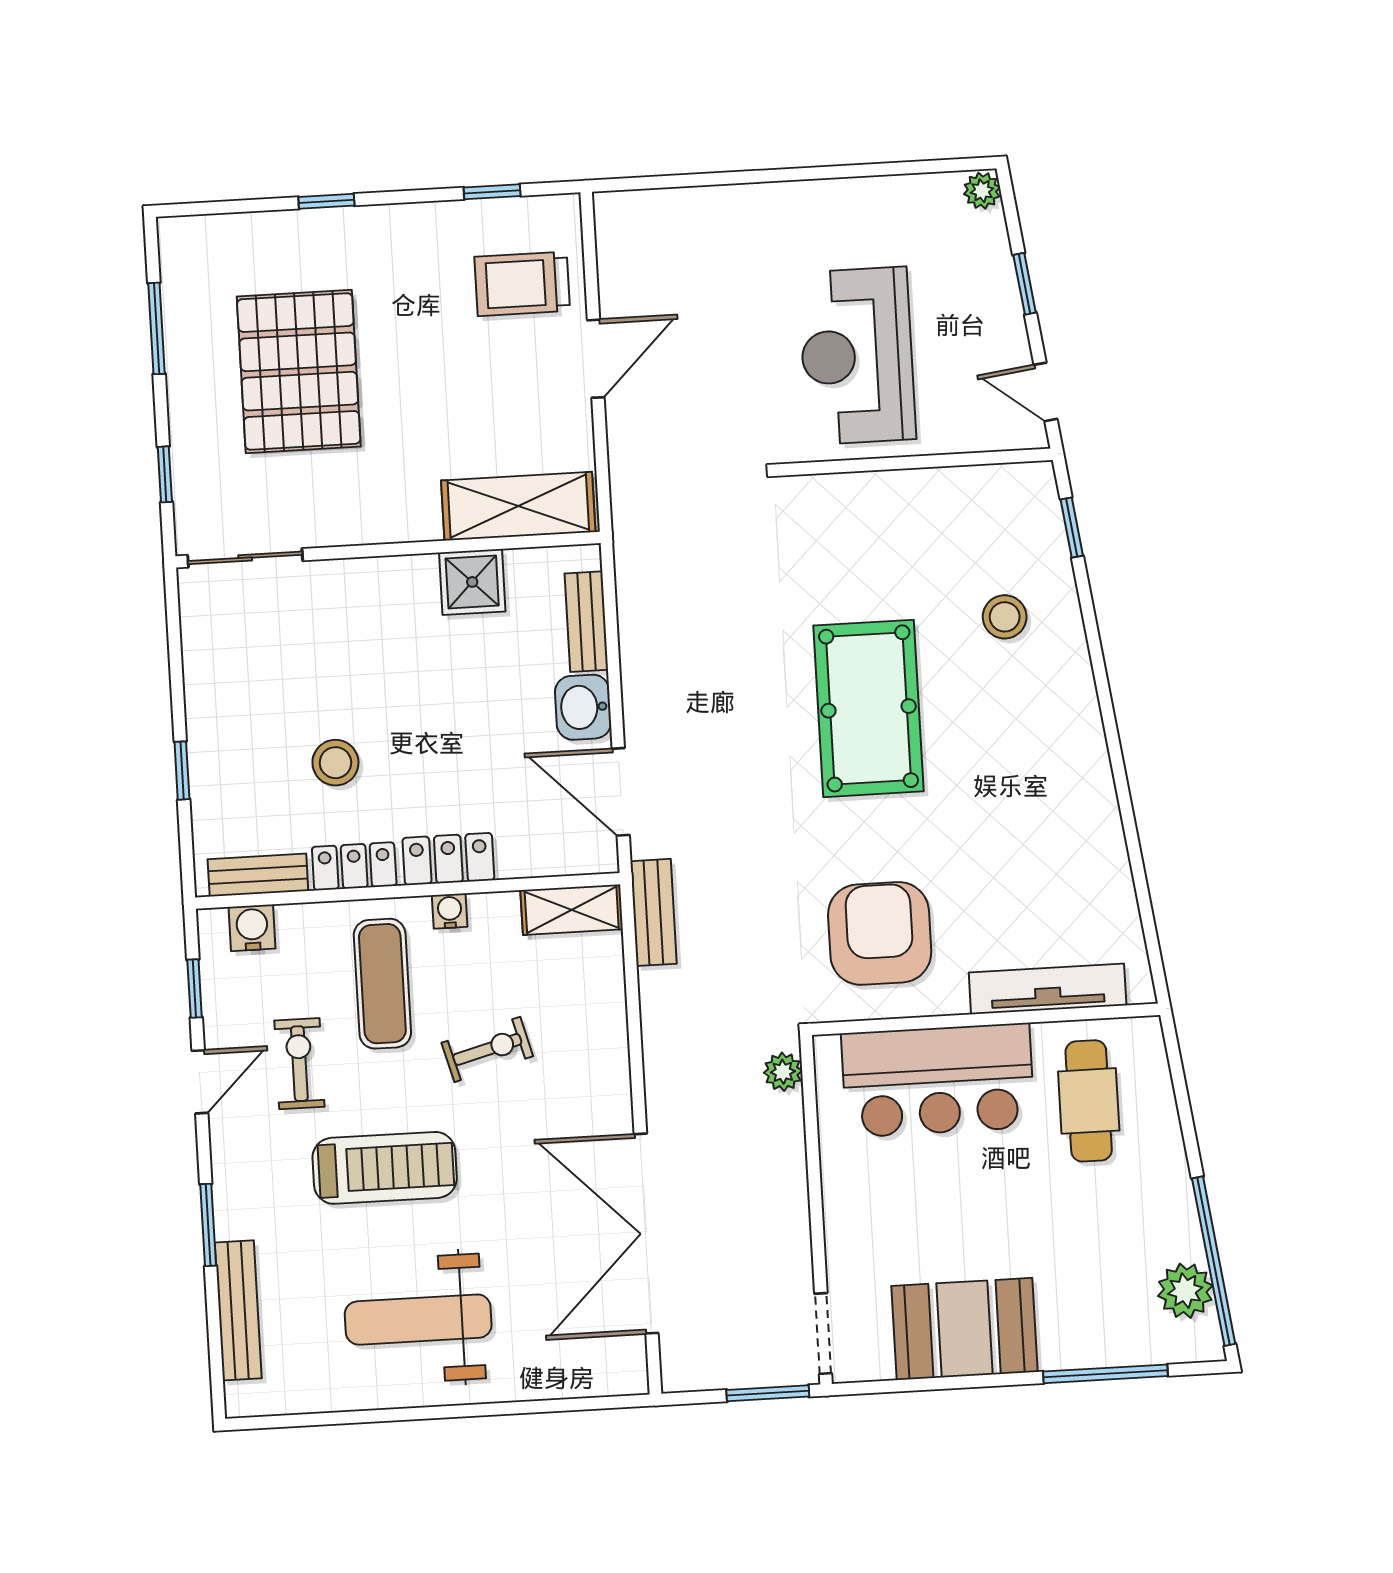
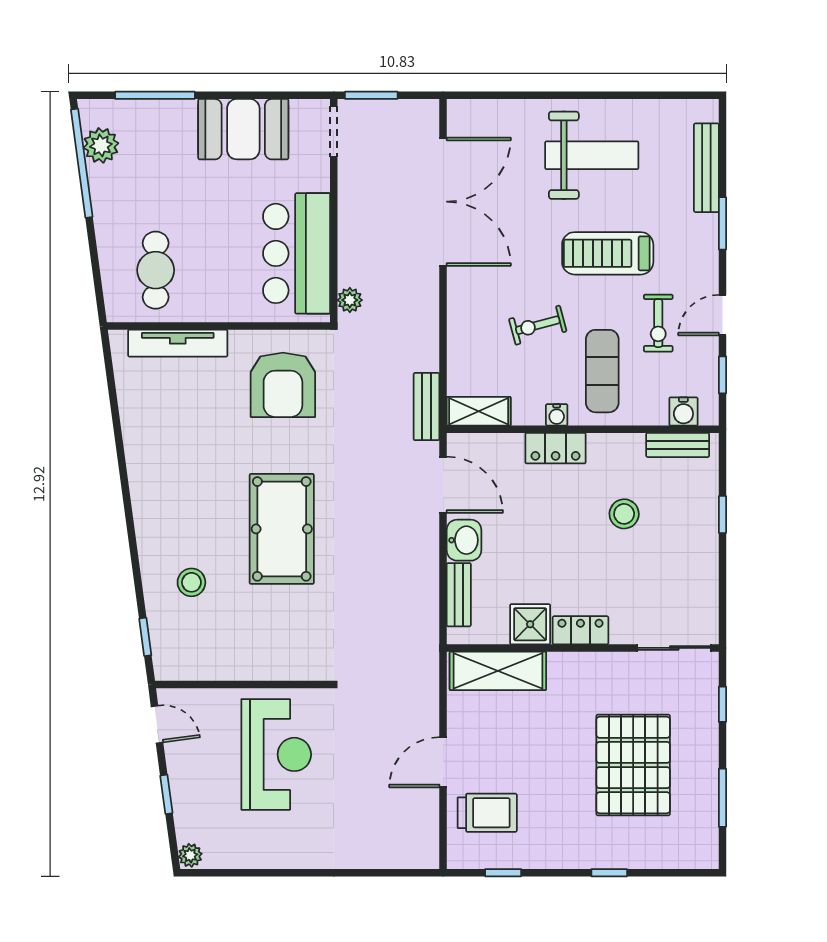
locker: (354, 866) -> (580, 630), moved, turned 180
bar counter: (938, 1080) -> (297, 253), moved, turned -90

